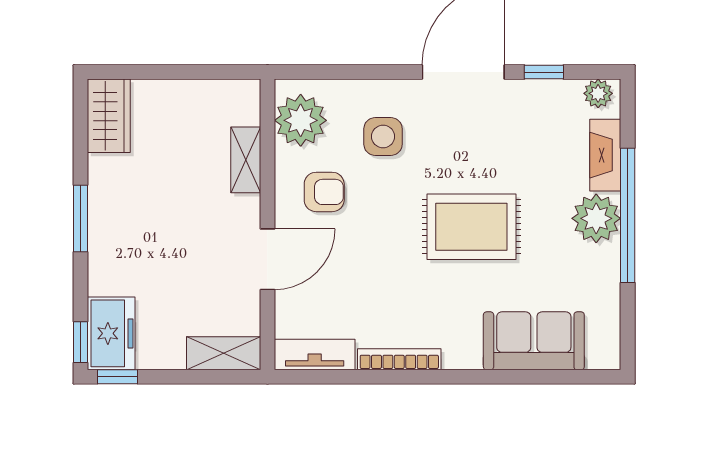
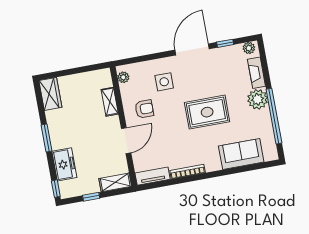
plant: (301, 120) -> (123, 77), width x0.53, depth x0.53
window: (628, 215) -> (274, 116), moved
freezer: (111, 333) -> (64, 164), moved
window: (117, 377) -> (91, 197), moved

